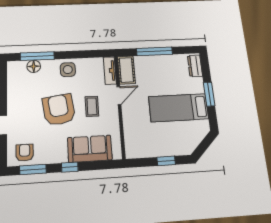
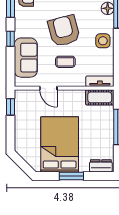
door: (119, 96) -> (48, 88), moved
bed: (178, 108) -> (60, 144), width x1.50
armchair: (59, 110) -> (64, 31), turned -97
window: (166, 161) -> (10, 107), moved

